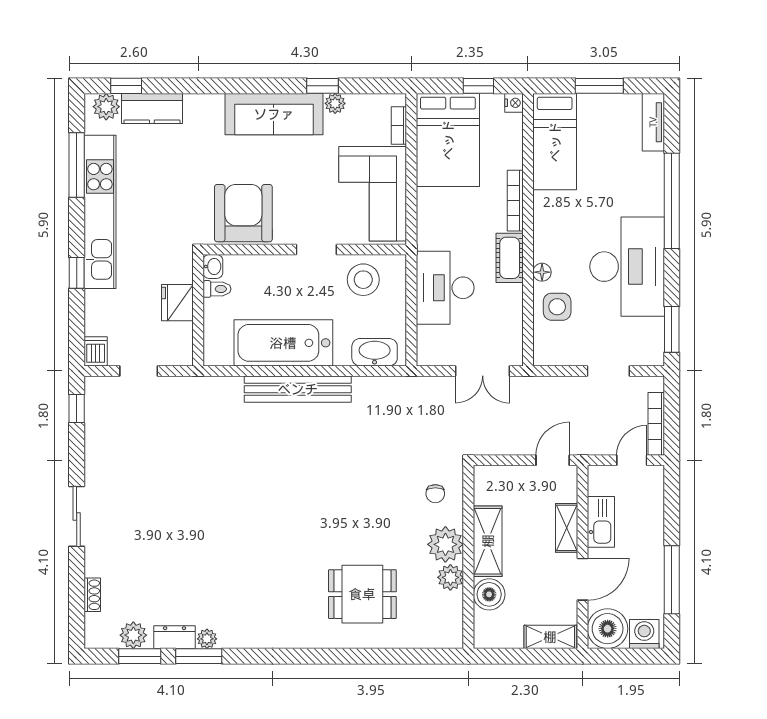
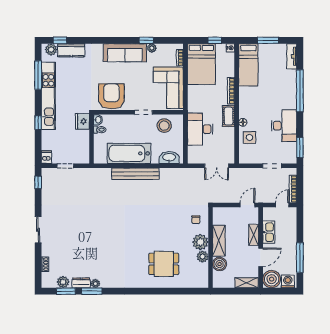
desk: (627, 267) -> (284, 126), width x0.73, depth x0.77
fridge: (177, 303) -> (82, 121), moved

